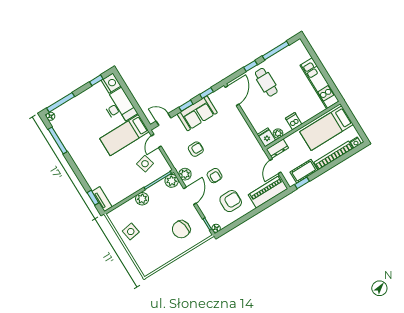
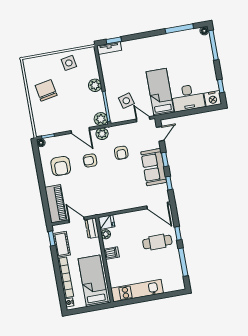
chair: (181, 229) -> (46, 90), moved

